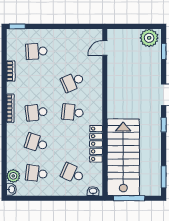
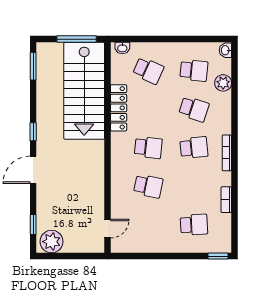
school desk: (73, 82) -> (148, 186), turned 36
plant: (13, 176) -> (223, 83), moved

